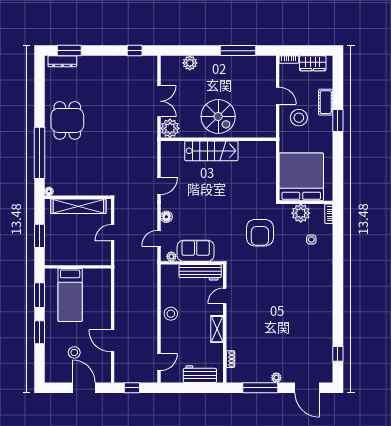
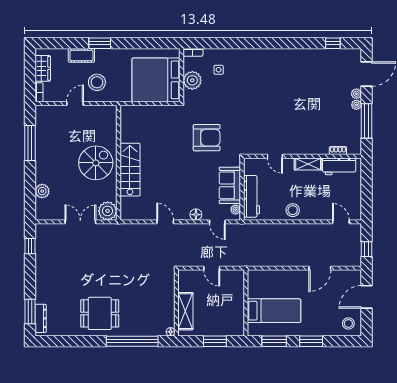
shelving: (78, 206) -> (185, 311), width x0.68
armchair: (260, 233) -> (207, 138), moved
workbench: (200, 272) -> (251, 196), moved
stool: (74, 352) -> (348, 323), moved
workbench: (200, 374) -> (339, 166), moved, turned -90
plant: (287, 377) -> (356, 94), added

